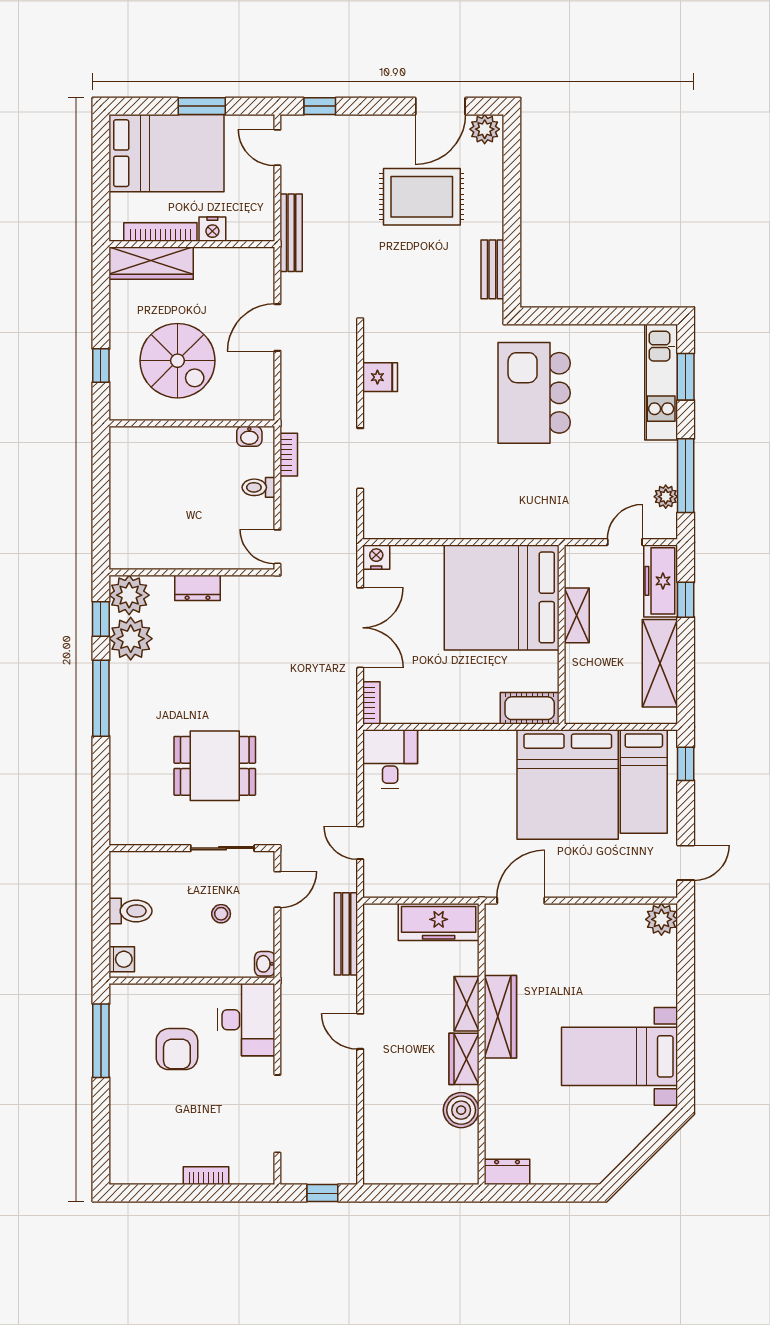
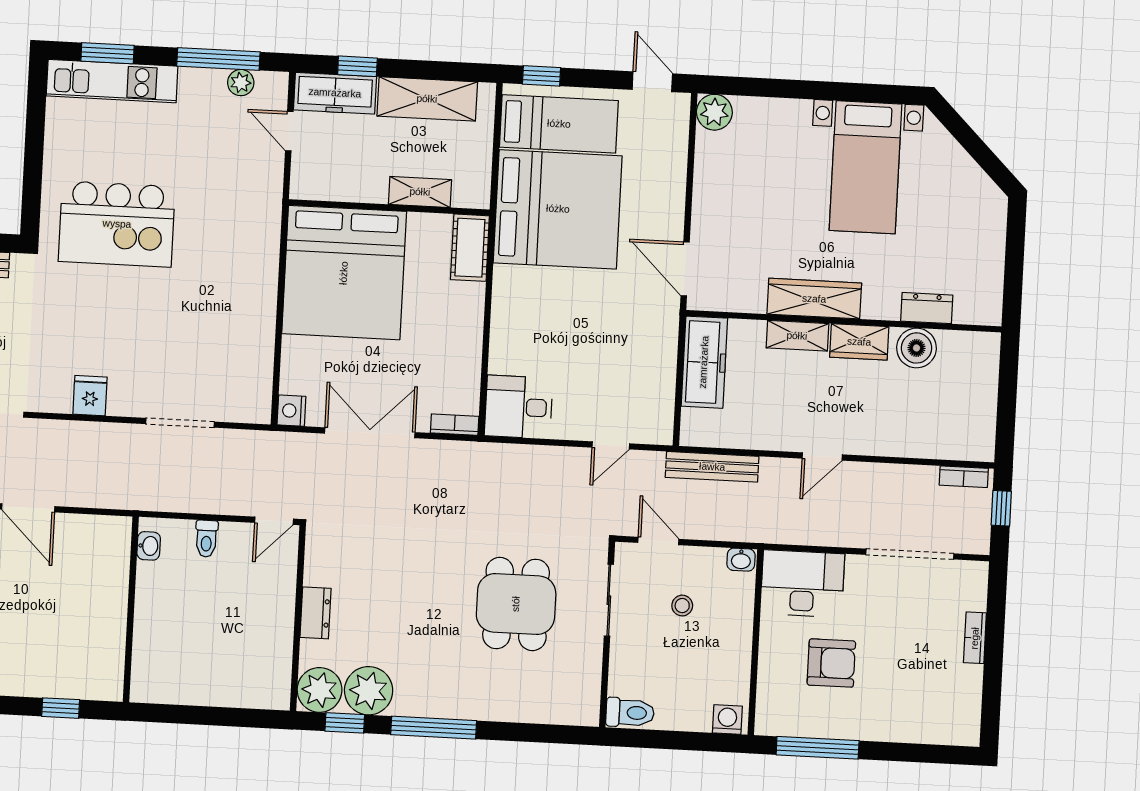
spiral stairs: (177, 361) -> (60, 622), removed
bookcase: (289, 455) -> (964, 477), moved, turned 180
shelving: (577, 615) -> (420, 192), moved
toilet: (131, 911) -> (630, 713), moved, turned 90
dresser: (507, 1172) -> (927, 308), moved, turned 90

